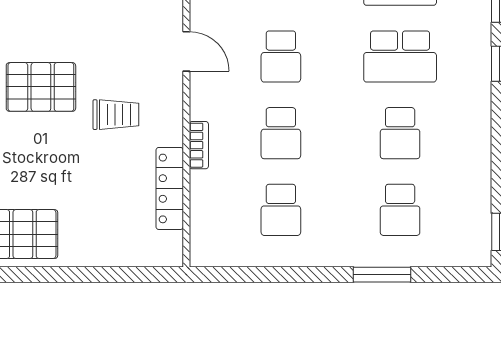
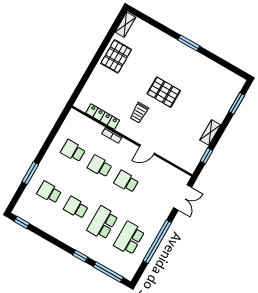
pallet: (41, 87) -> (164, 92), turned 90

